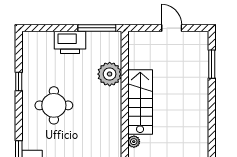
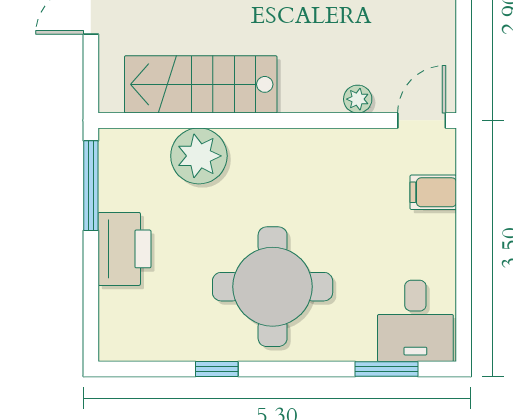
stairs: (140, 102) -> (201, 84), moved
round table: (54, 105) -> (273, 287), width x1.36, depth x1.36

